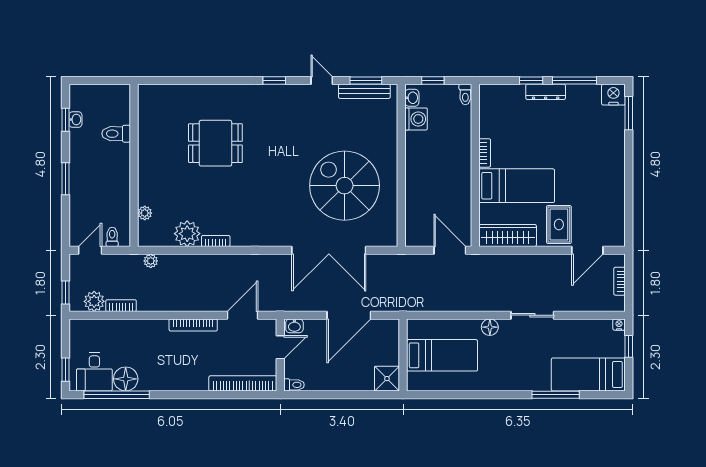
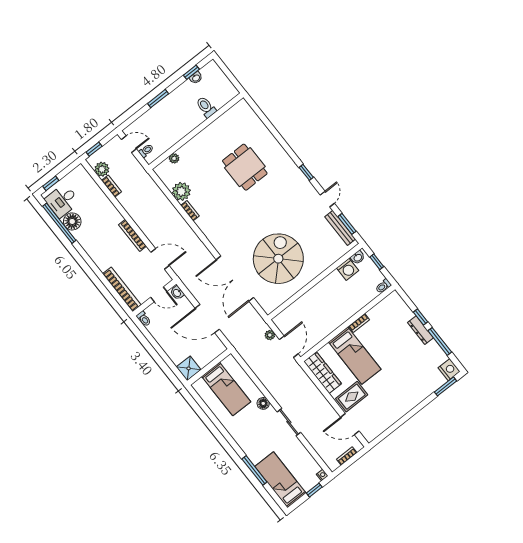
plant: (151, 261) -> (270, 335), moved

